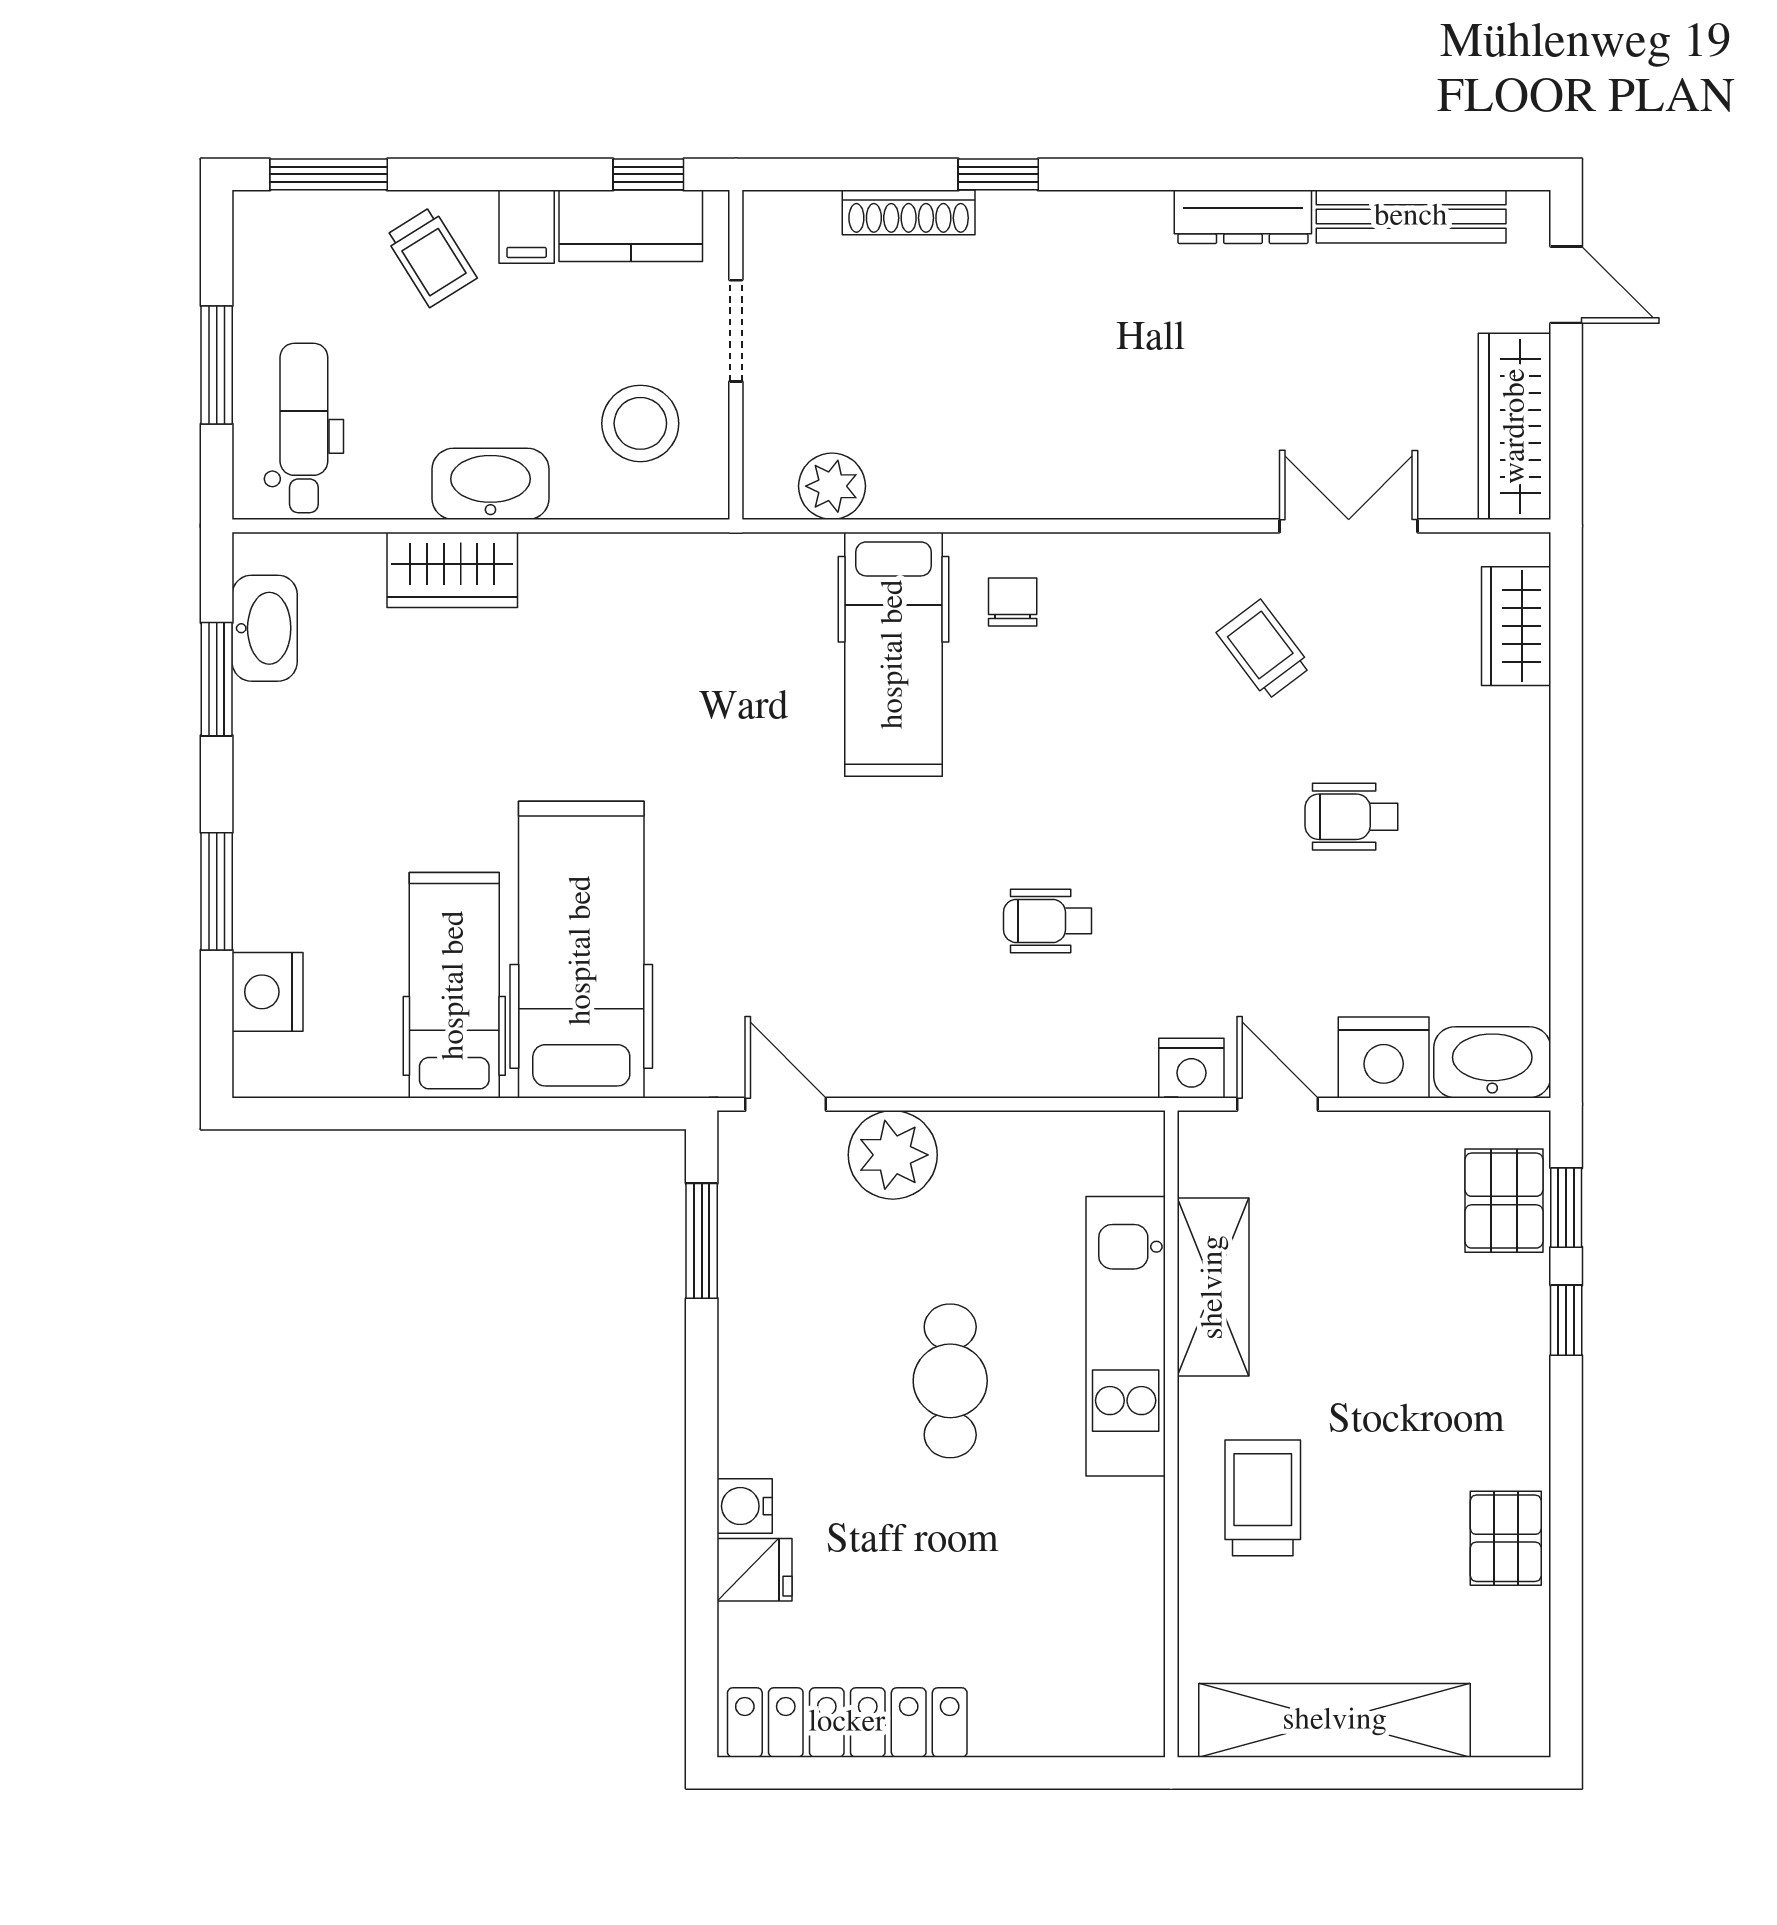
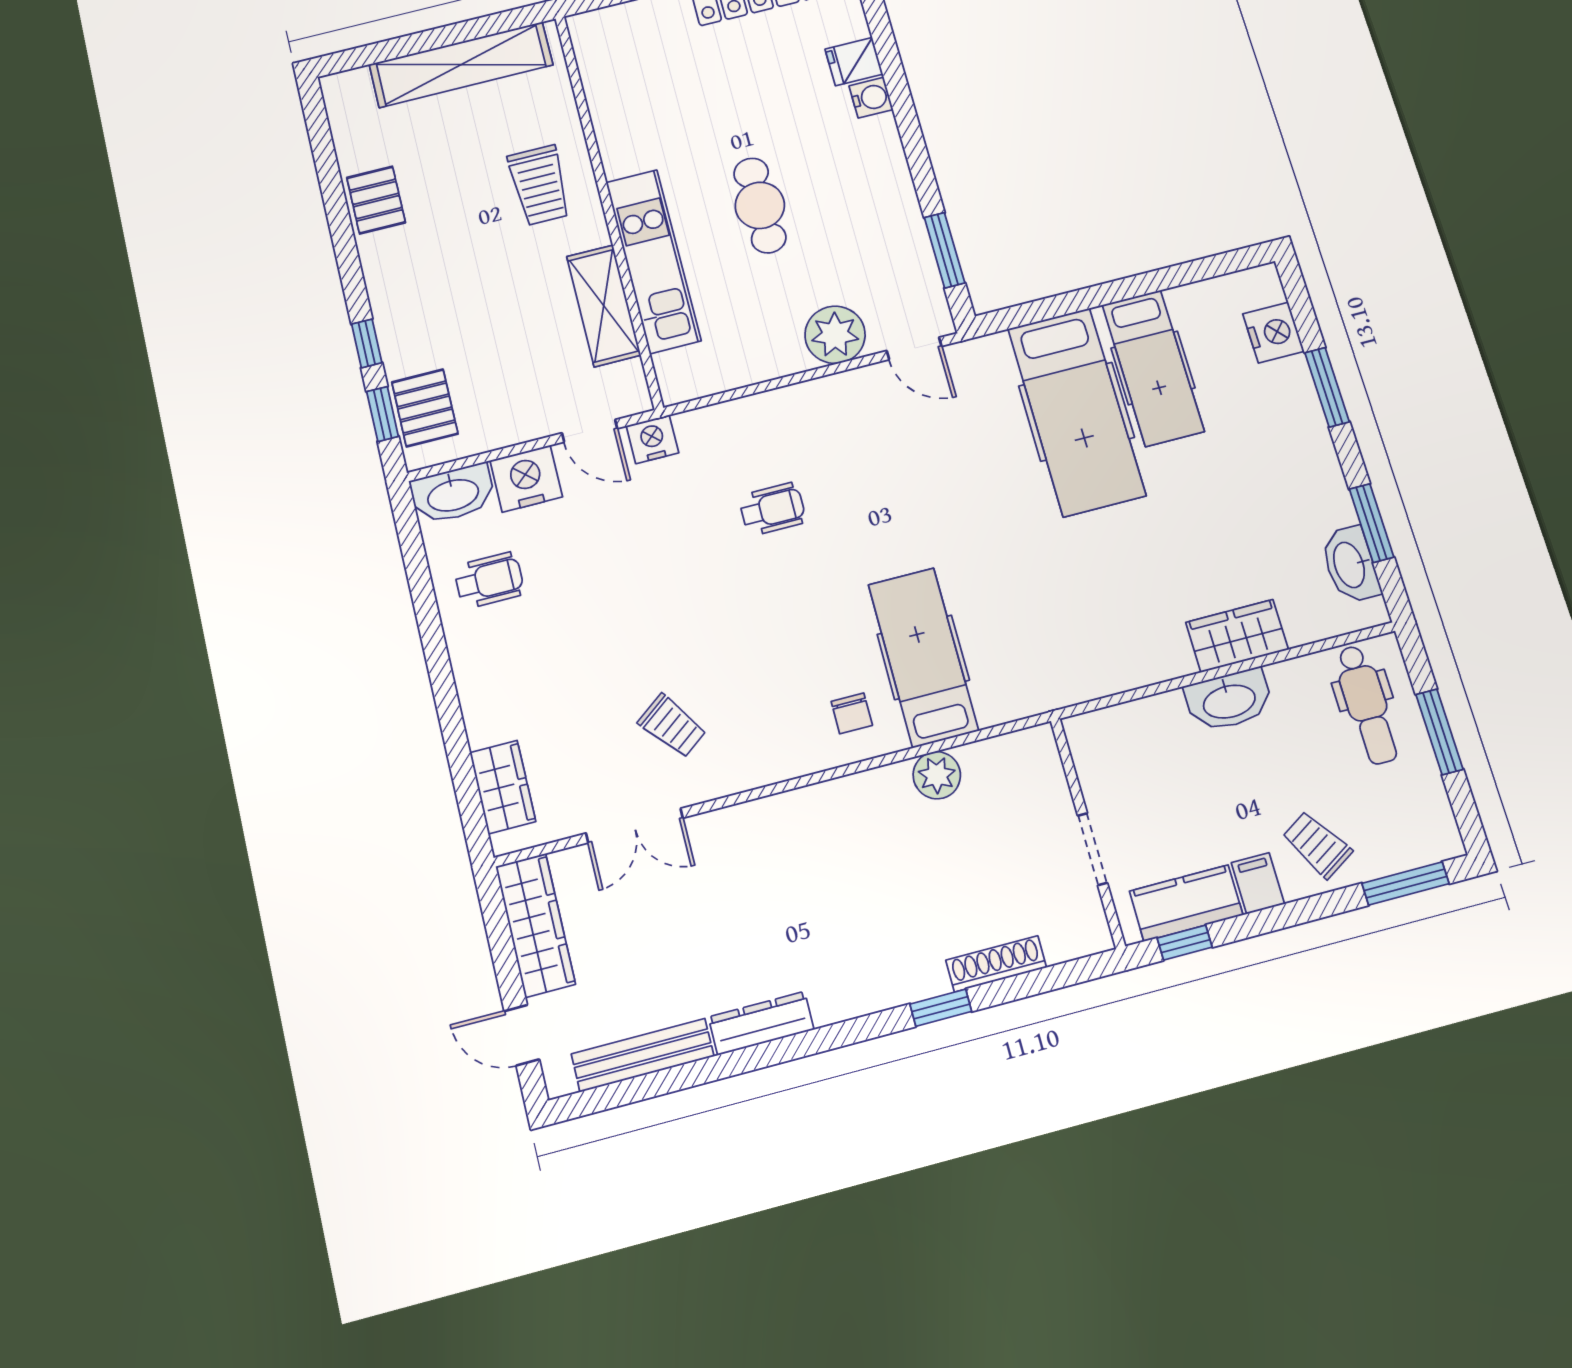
stool: (640, 423) -> (1139, 768), removed
plant: (832, 486) -> (937, 775), moved
wheelchair: (1352, 817) -> (489, 580), moved

